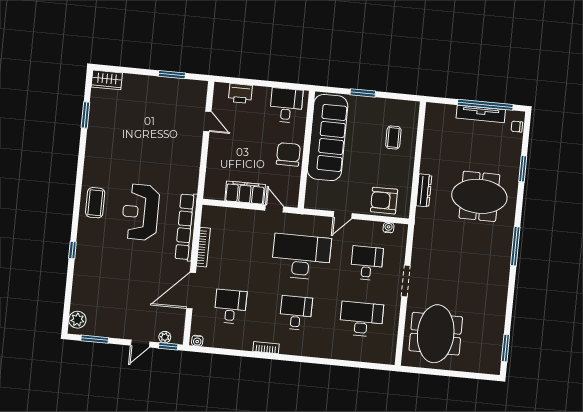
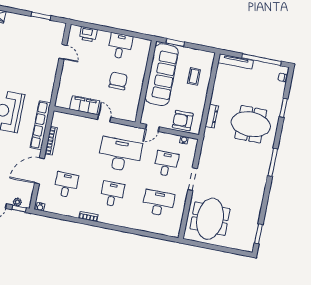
tv unit: (481, 114) -> (236, 61), moved
sofa: (328, 138) -> (162, 75), moved
wall: (306, 150) -> (146, 82), moved

